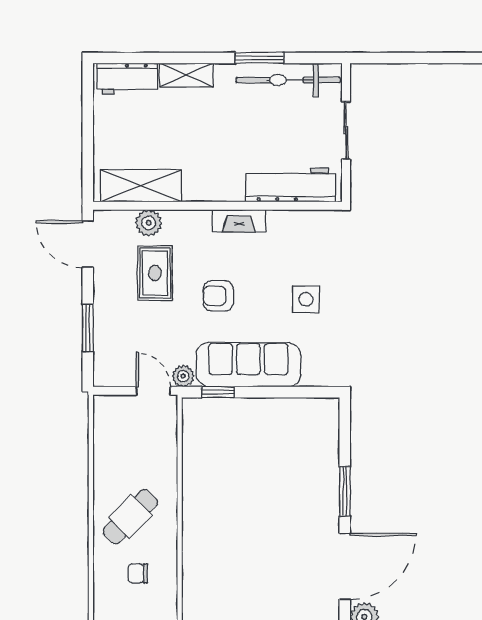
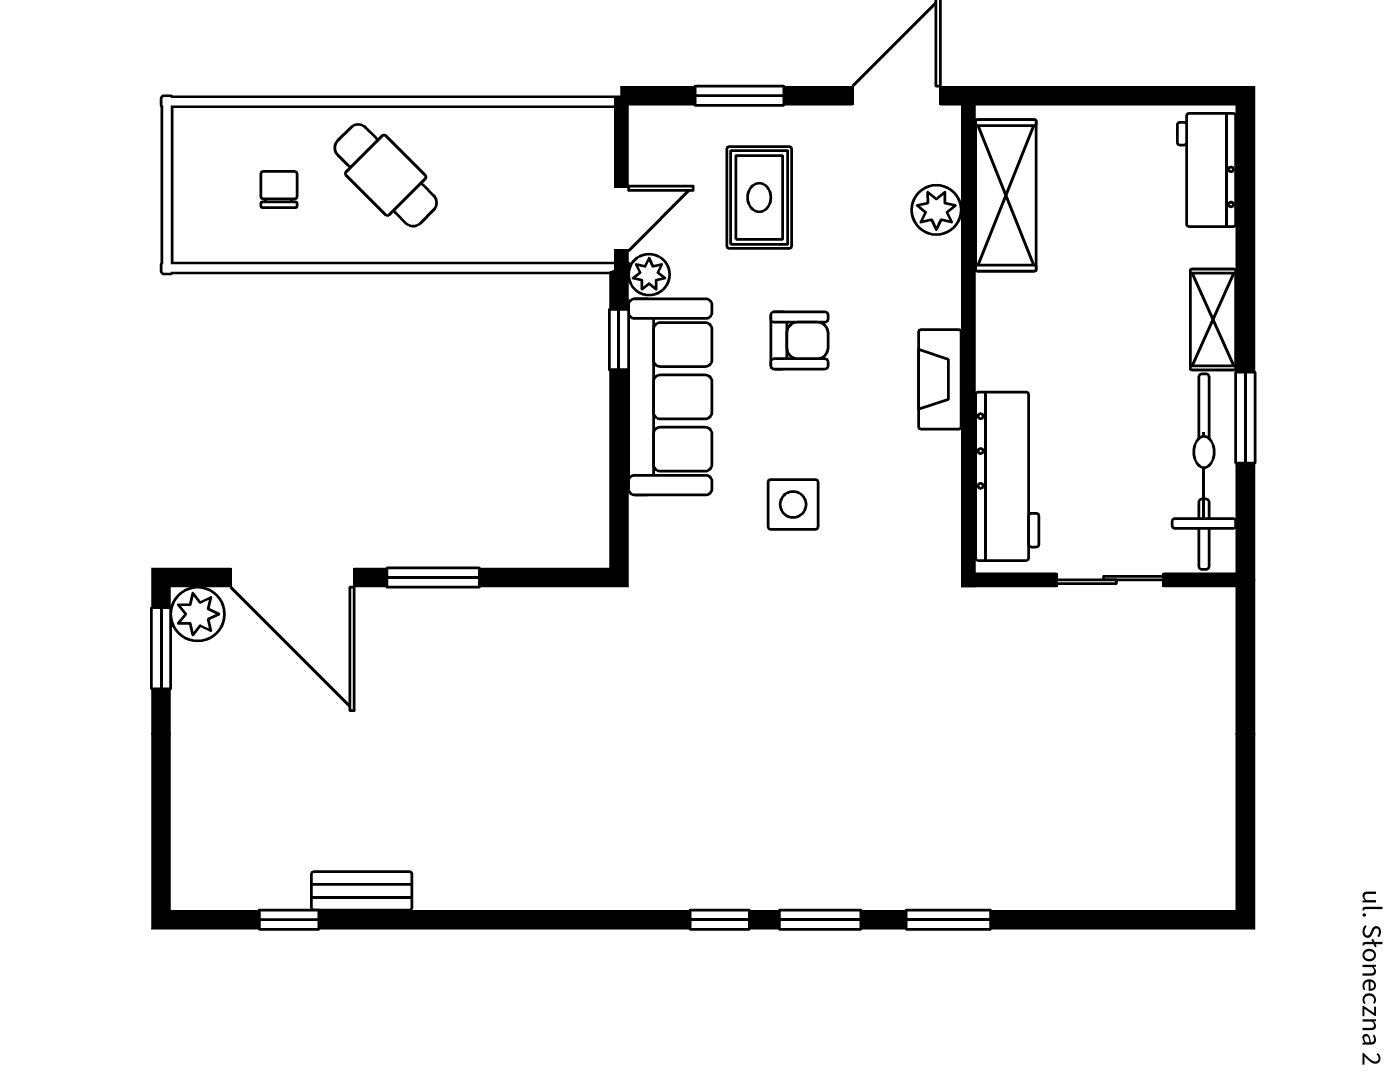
shelving: (186, 75) -> (1213, 320), moved
rug: (155, 273) -> (759, 197), moved, turned 90
armchair: (218, 296) -> (799, 340), turned 90

